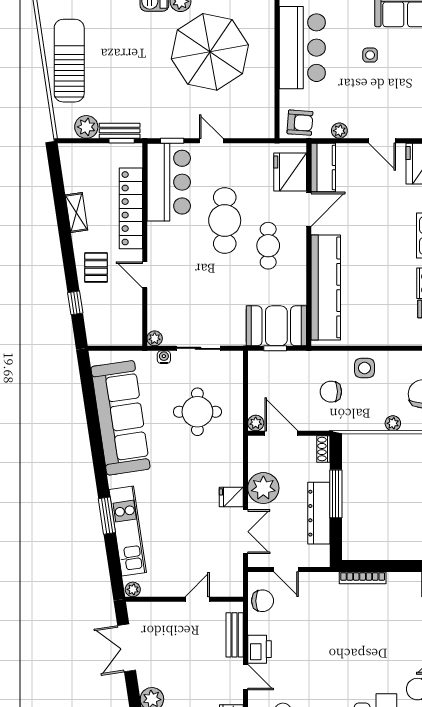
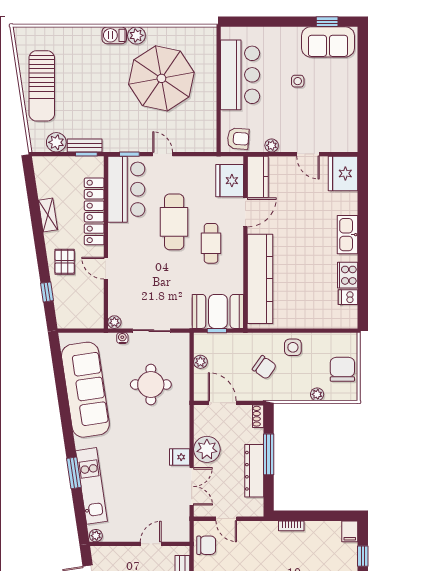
sun lounger: (69, 61) -> (42, 86), turned 180
chair: (331, 392) -> (264, 367), turned -145
plant: (256, 423) -> (200, 362), moved
bookcase: (363, 578) -> (291, 526), width x0.64

